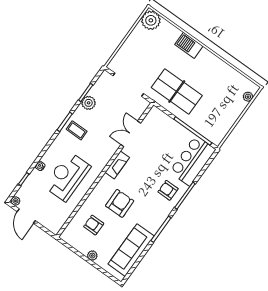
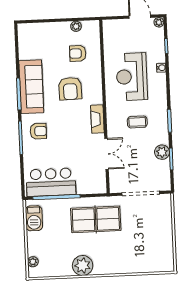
plant: (151, 20) -> (83, 265), moved
barbecue: (189, 45) -> (34, 218), moved, turned 90
coffee table: (77, 130) -> (137, 122), moved
bar counter: (193, 161) -> (51, 182), moved, turned -90
reception desk: (67, 176) -> (132, 77), turned 180
armchair: (94, 225) -> (78, 53), turned 180
sofa: (131, 250) -> (31, 87), moved
plant: (92, 256) -> (76, 26), moved

